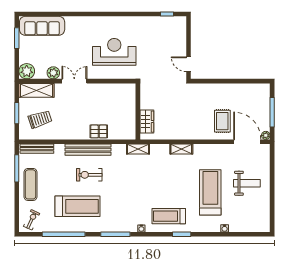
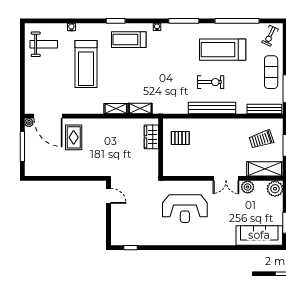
pallet: (99, 131) -> (180, 138), moved
shelving: (138, 149) -> (140, 109), moved
weight bench: (247, 183) -> (44, 44), moved, turned 180
treadmill: (169, 216) -> (129, 40), turned 180

